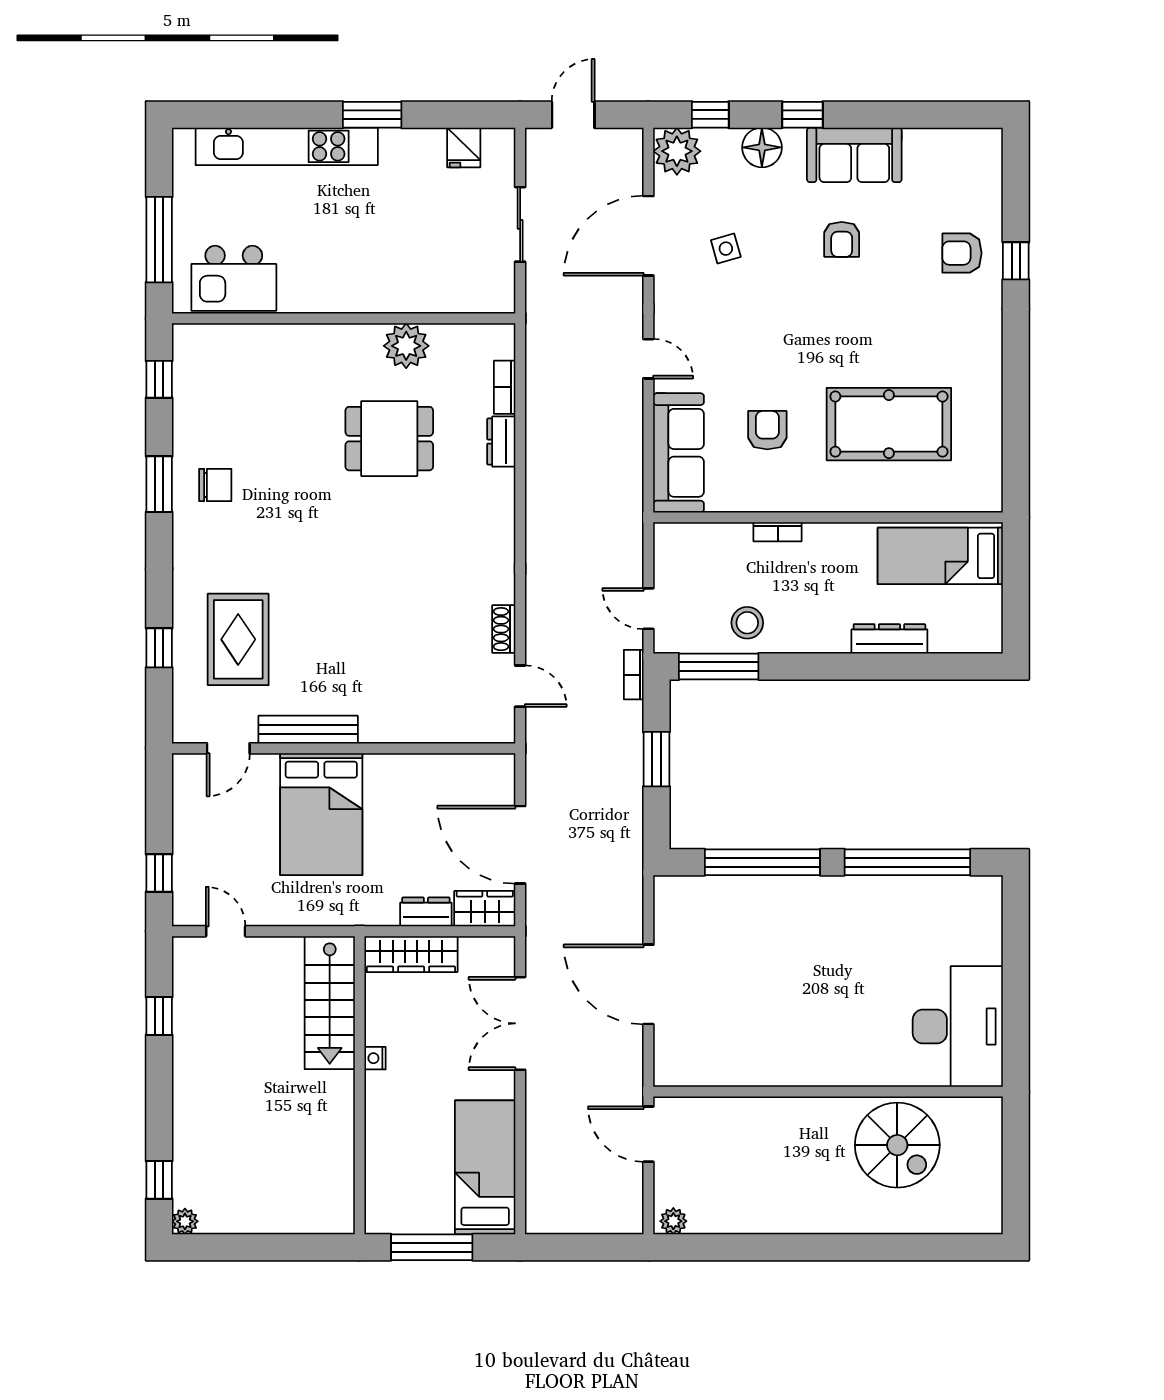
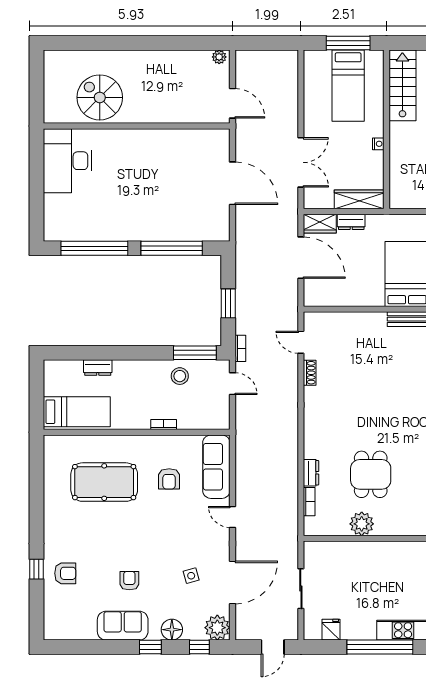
window: (372, 115) -> (380, 647), width x2.11
dining table: (389, 439) -> (371, 474), turned 90
dresser: (889, 639) -> (98, 367), width x0.70
stairs: (330, 1003) -> (402, 85), moved
bed: (485, 1167) -> (348, 86), moved

